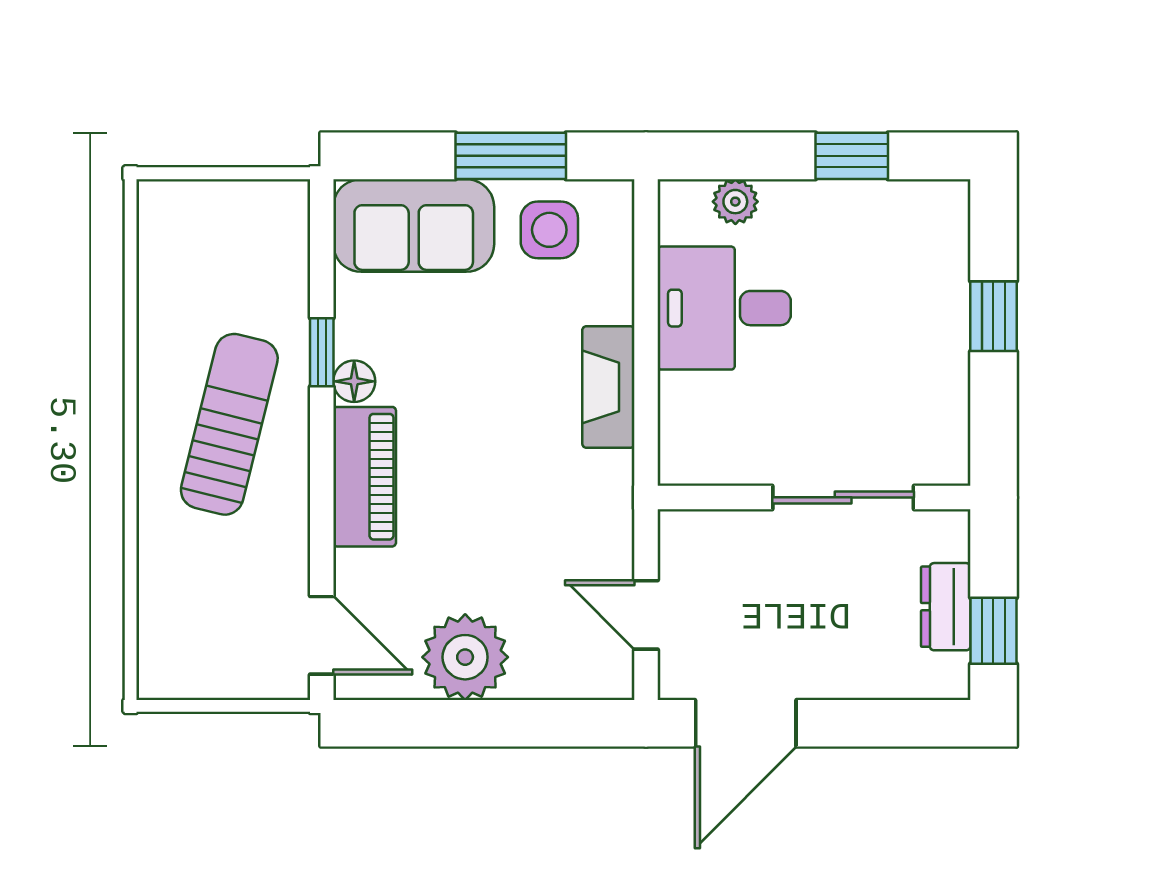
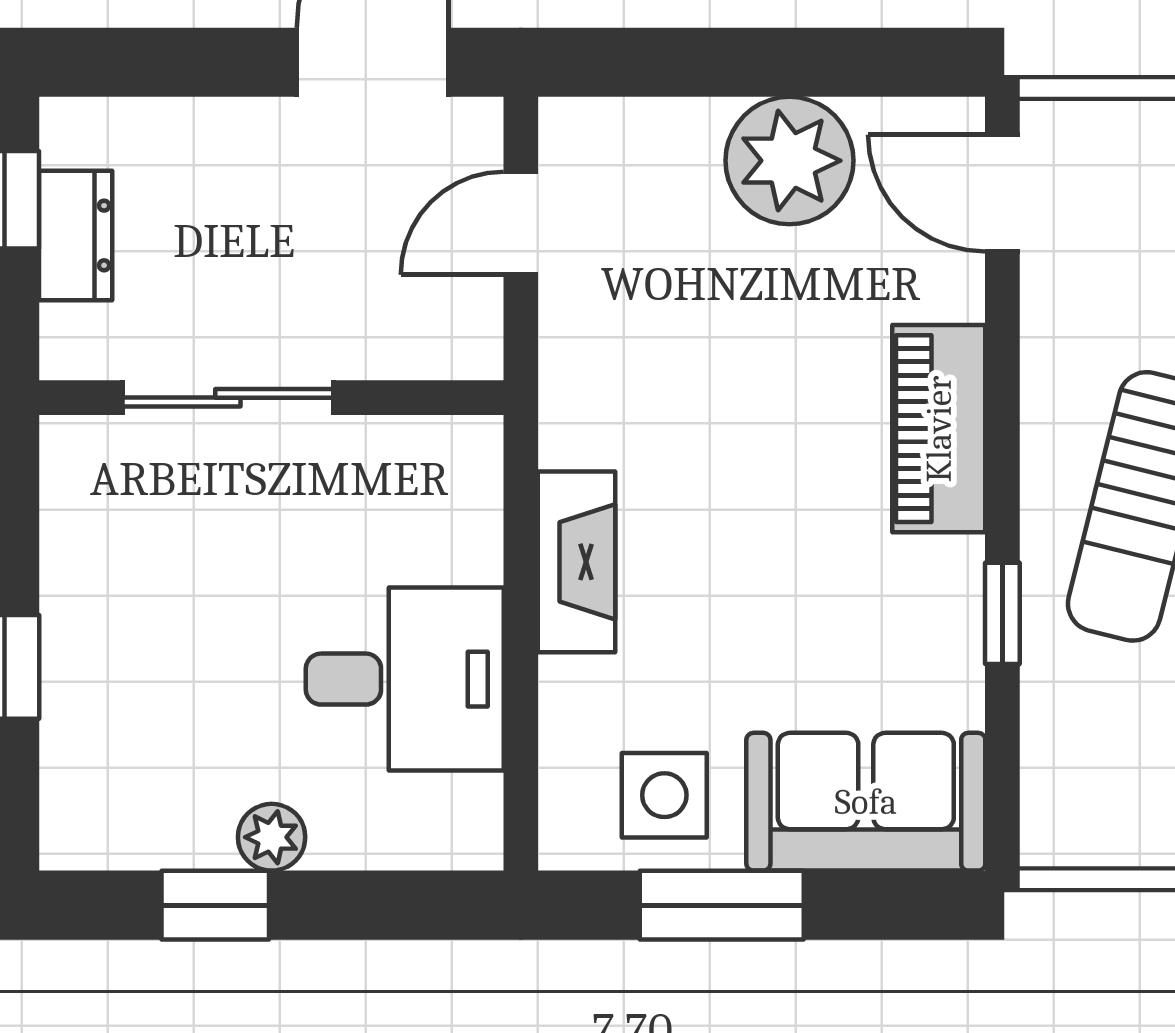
plant: (735, 202) -> (272, 837), moved
floor lamp: (354, 381) -> (954, 570), removed
door: (646, 615) -> (521, 223), swing flipped

